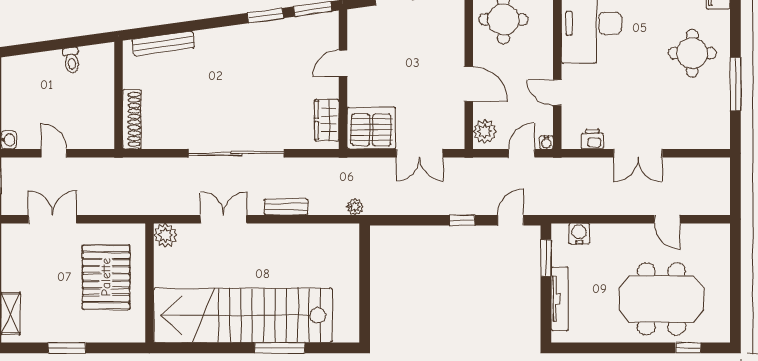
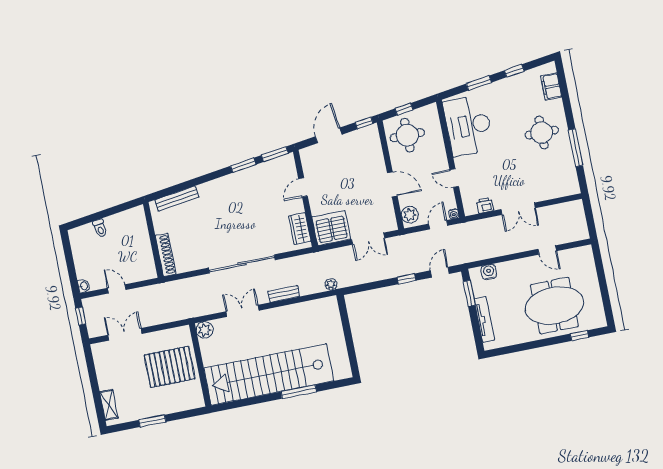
toilet: (72, 60) -> (100, 228), moved
pallet: (106, 277) -> (170, 367), turned 90

